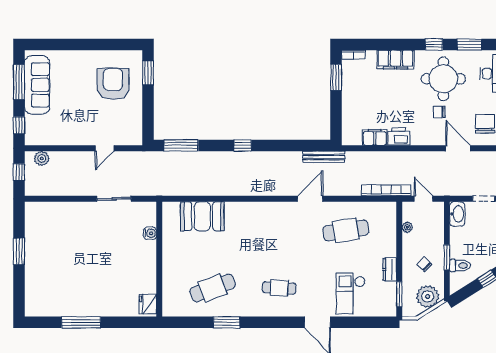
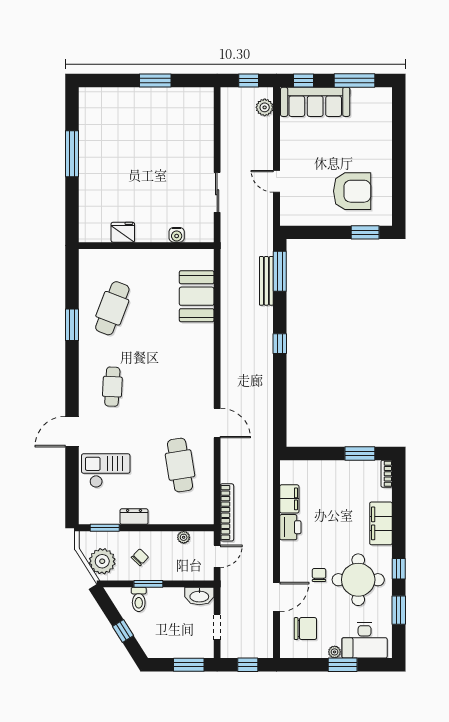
sofa: (37, 85) -> (315, 102), moved
bench: (324, 157) -> (266, 281), moved
cafe table: (213, 288) -> (112, 308), turned 42
fridge: (148, 304) -> (123, 232), moved

